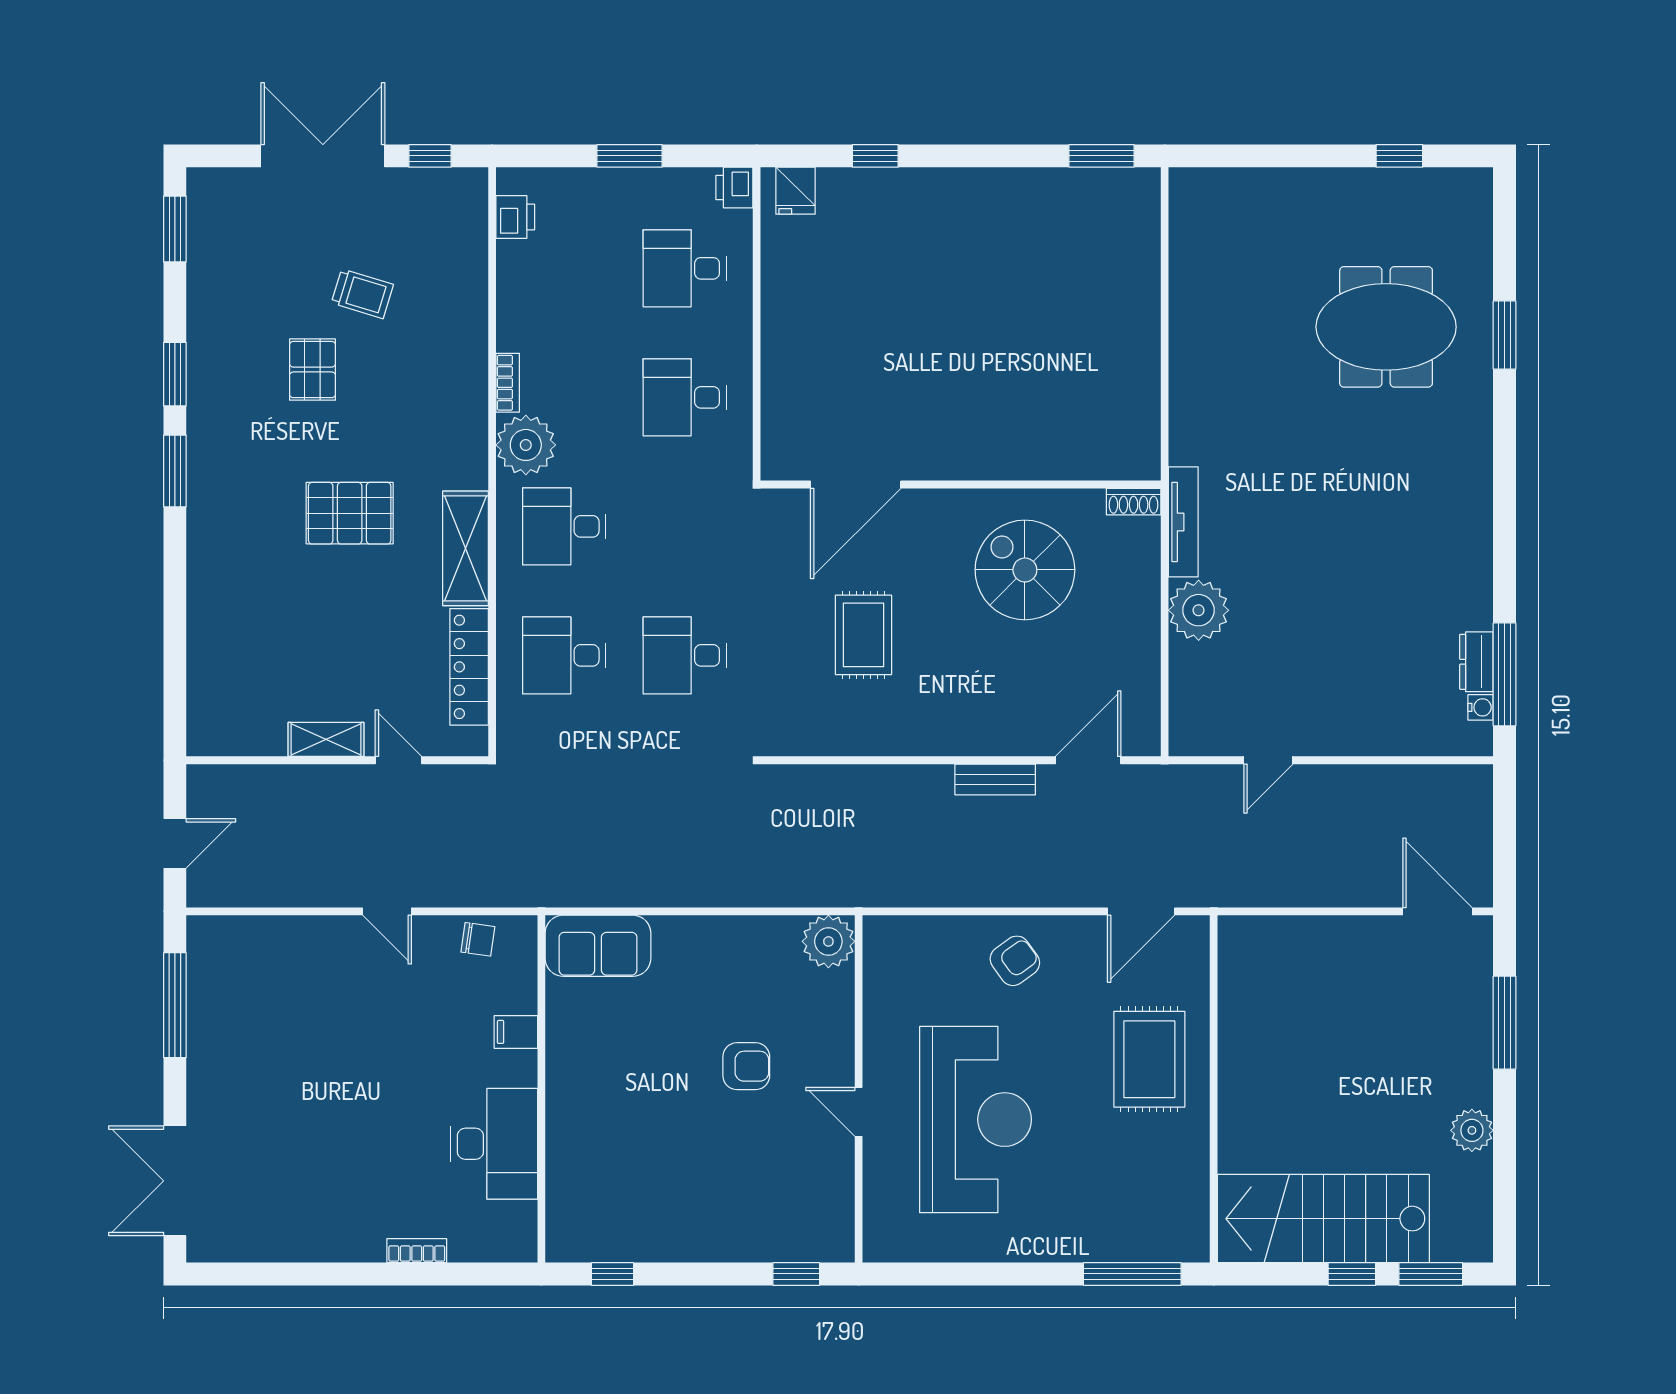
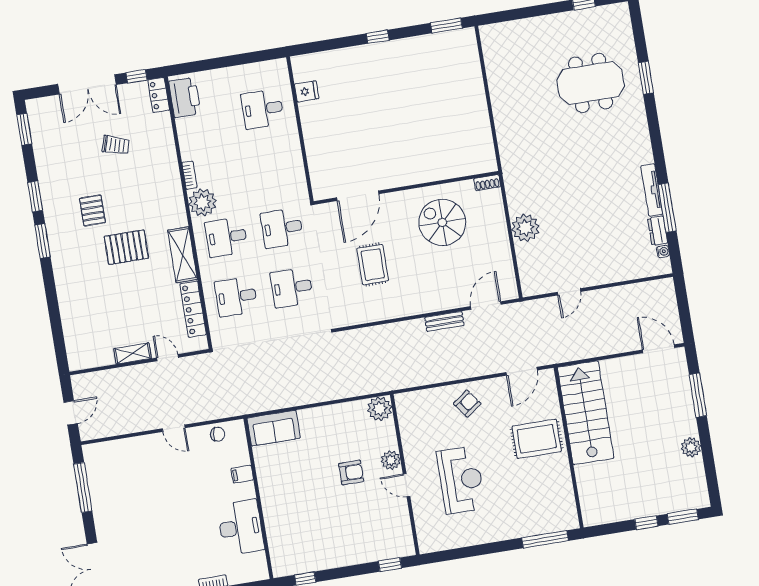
double door: (323, 156) -> (87, 84), swing flipped
window: (630, 156) -> (229, 61), removed
window: (875, 156) -> (378, 37), moved
printer: (734, 187) -> (279, 68), removed
fridge: (795, 191) -> (307, 91), moved, turned -90
locker: (470, 203) -> (159, 95), added
printer: (515, 217) -> (185, 97), width x1.87, depth x1.48
pallet: (313, 370) -> (92, 210), moved
desk: (685, 397) -> (282, 228), moved
tv unit: (1183, 522) -> (652, 190), moved, turned 180
window: (1504, 674) -> (667, 208), moved
plant: (834, 1054) -> (391, 460), added
rug: (1149, 1059) -> (537, 439), turned 90
reception desk: (976, 1120) -> (461, 480), width x0.74, depth x0.77
stairs: (1323, 1219) -> (586, 413), moved, turned 90

